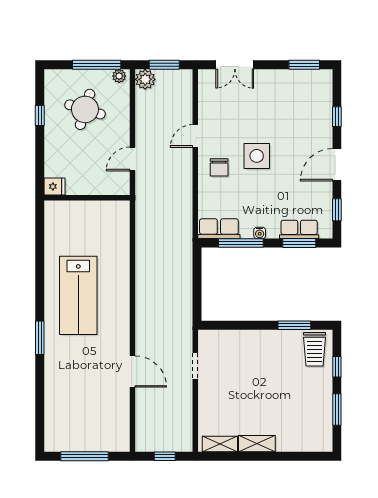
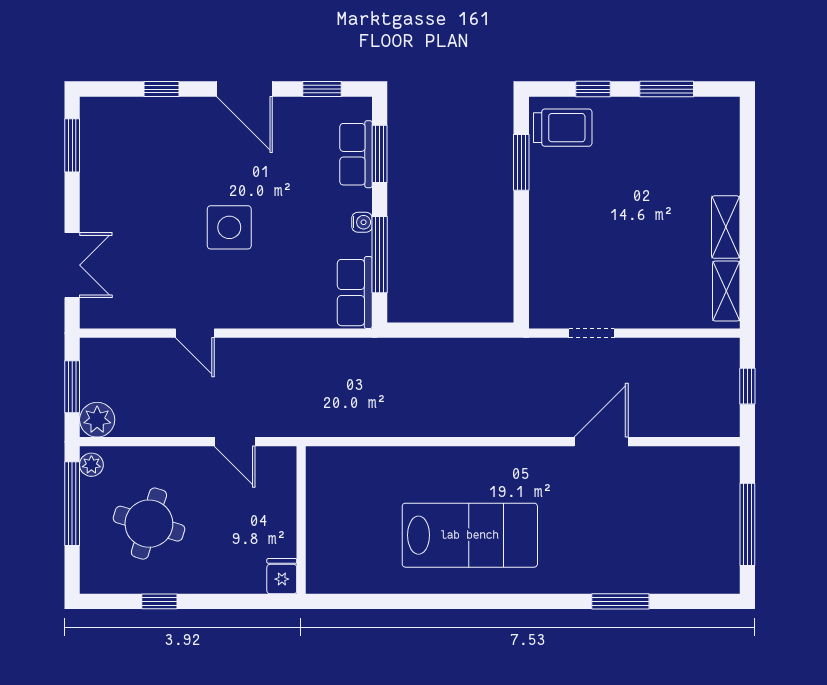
chair: (219, 167) -> (249, 292), removed
window: (40, 338) -> (620, 601), moved

